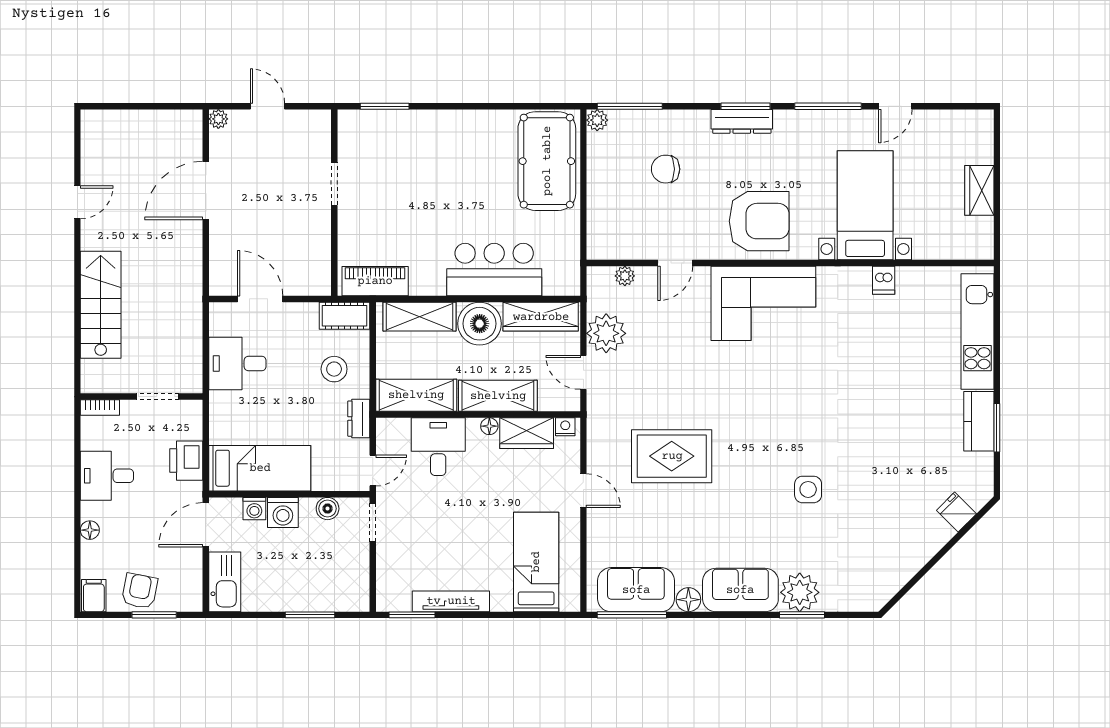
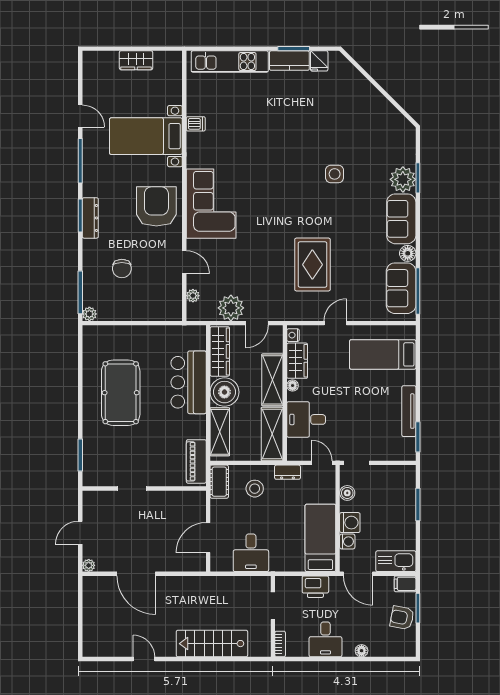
pool table: (547, 161) -> (121, 393), moved, turned 90
fridge: (956, 512) -> (319, 61), moved, turned -45
filing cabinet: (94, 596) -> (405, 584), moved

